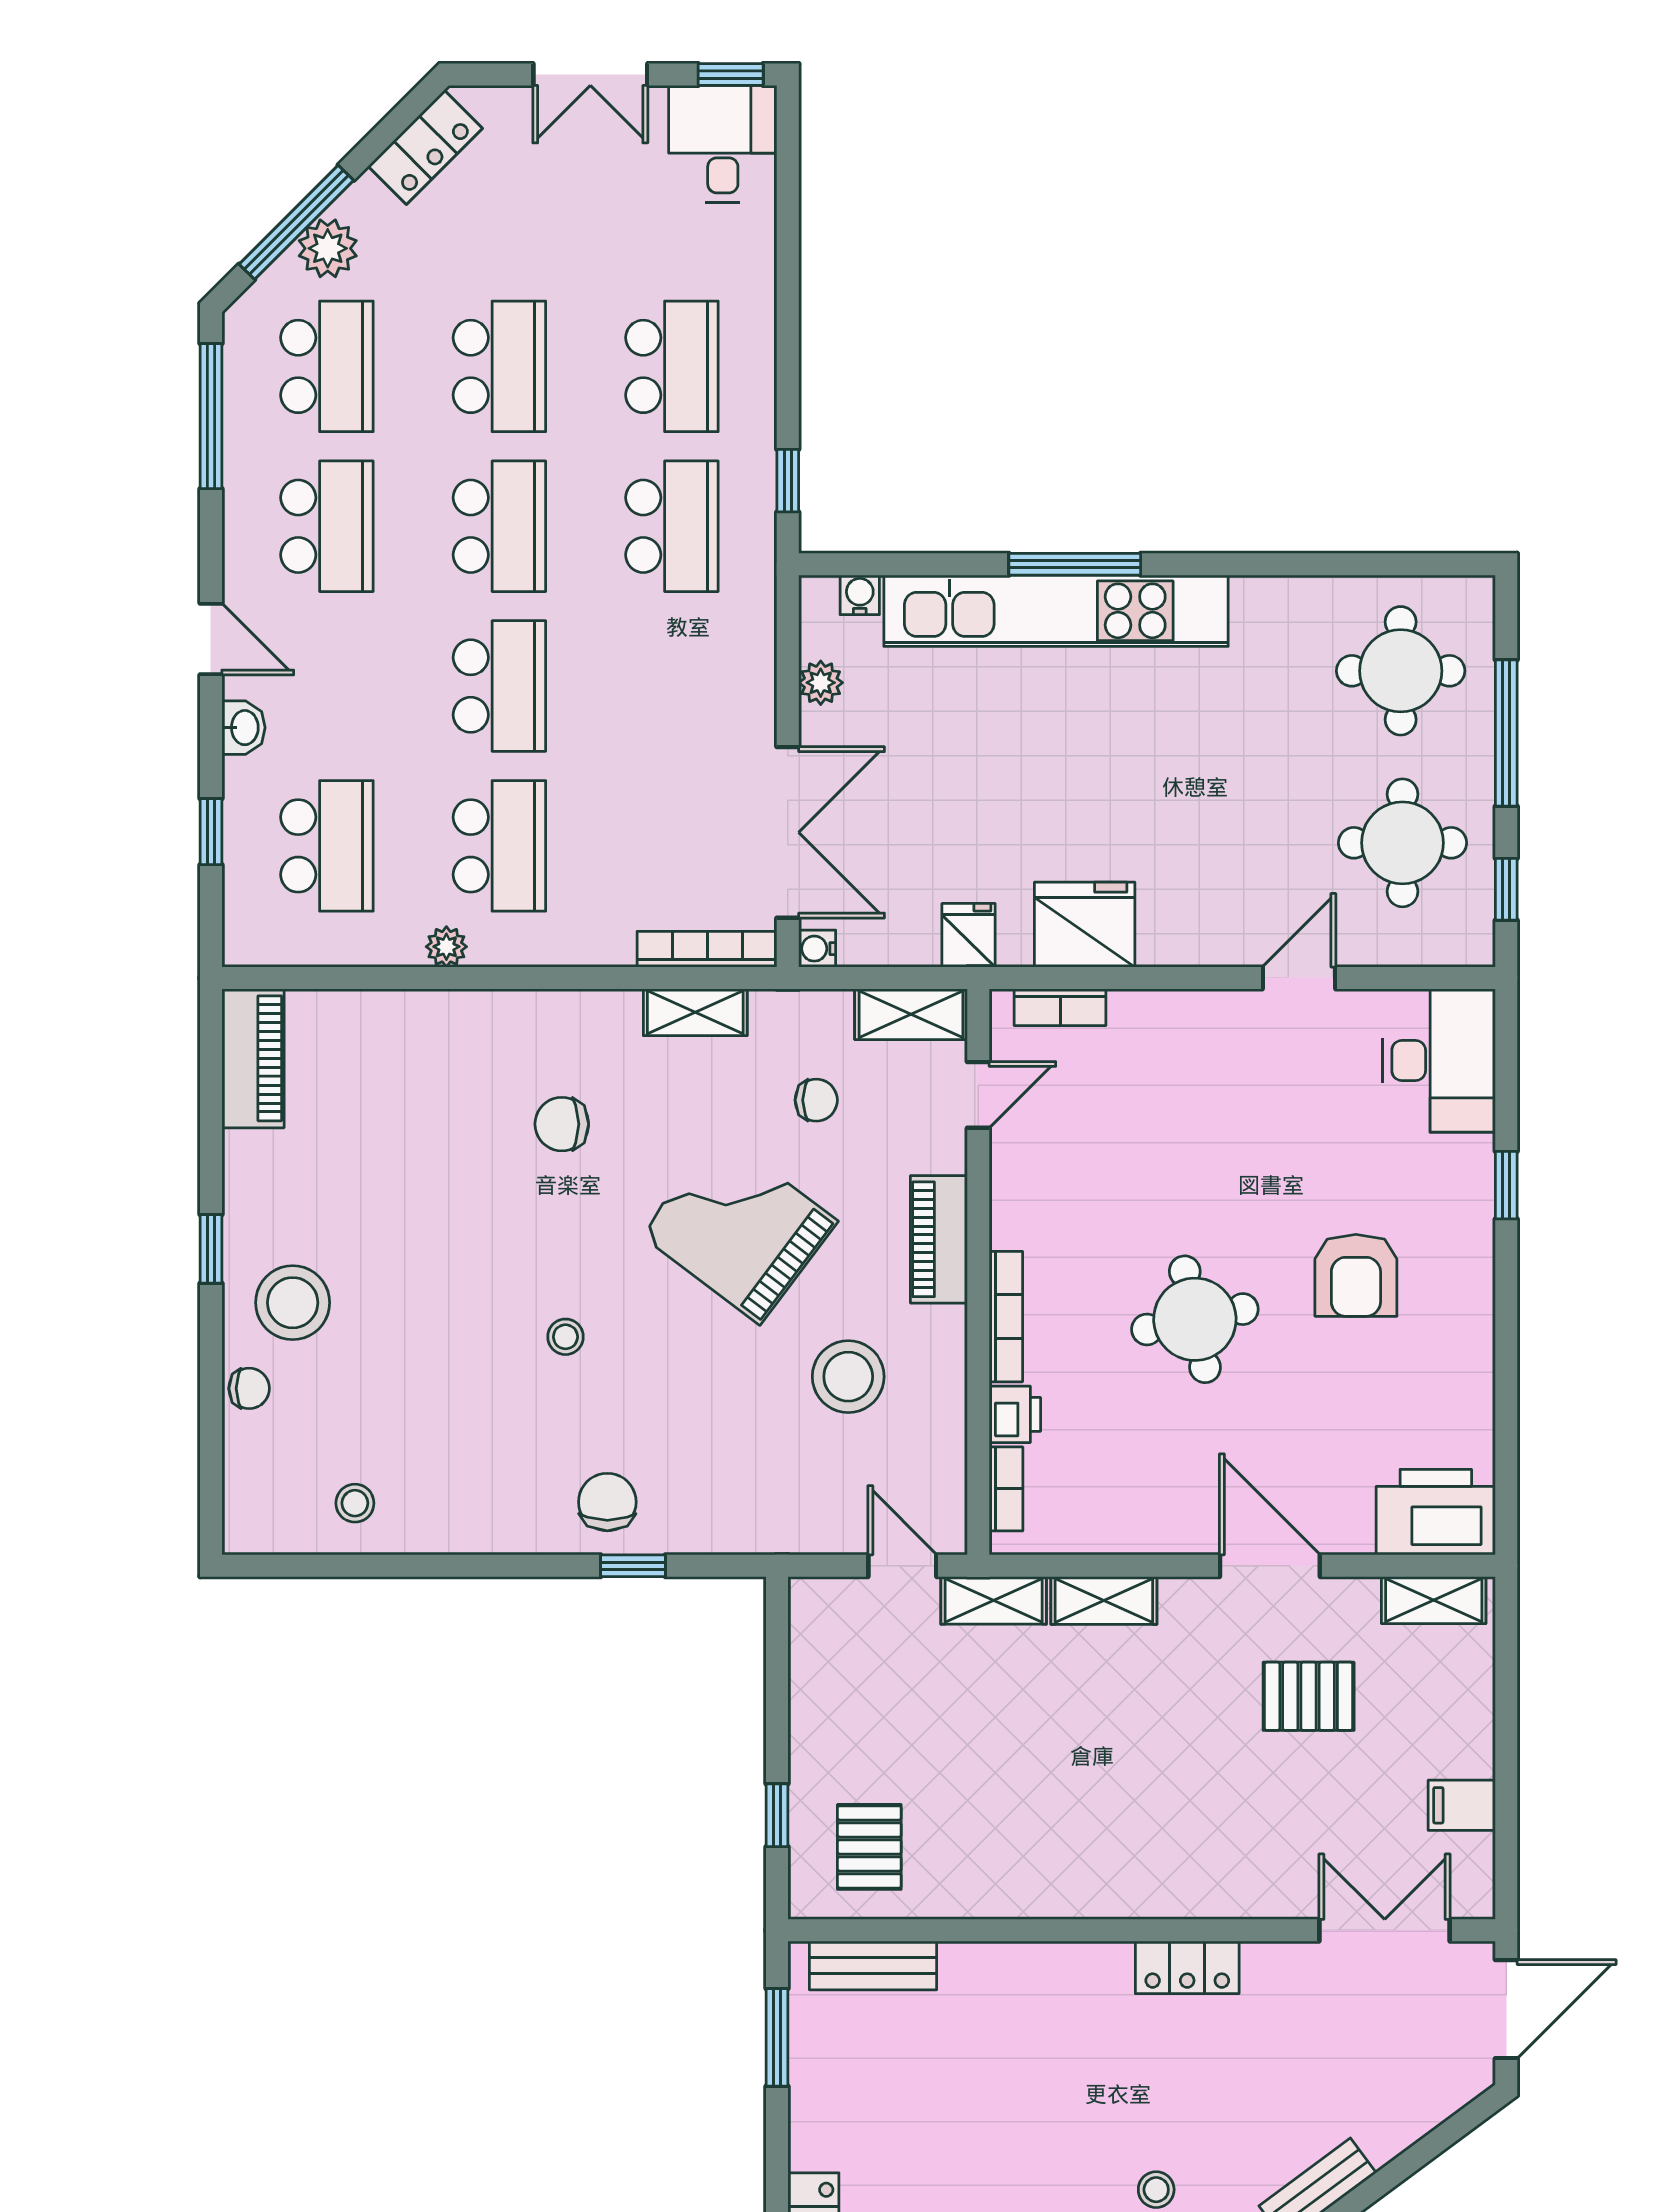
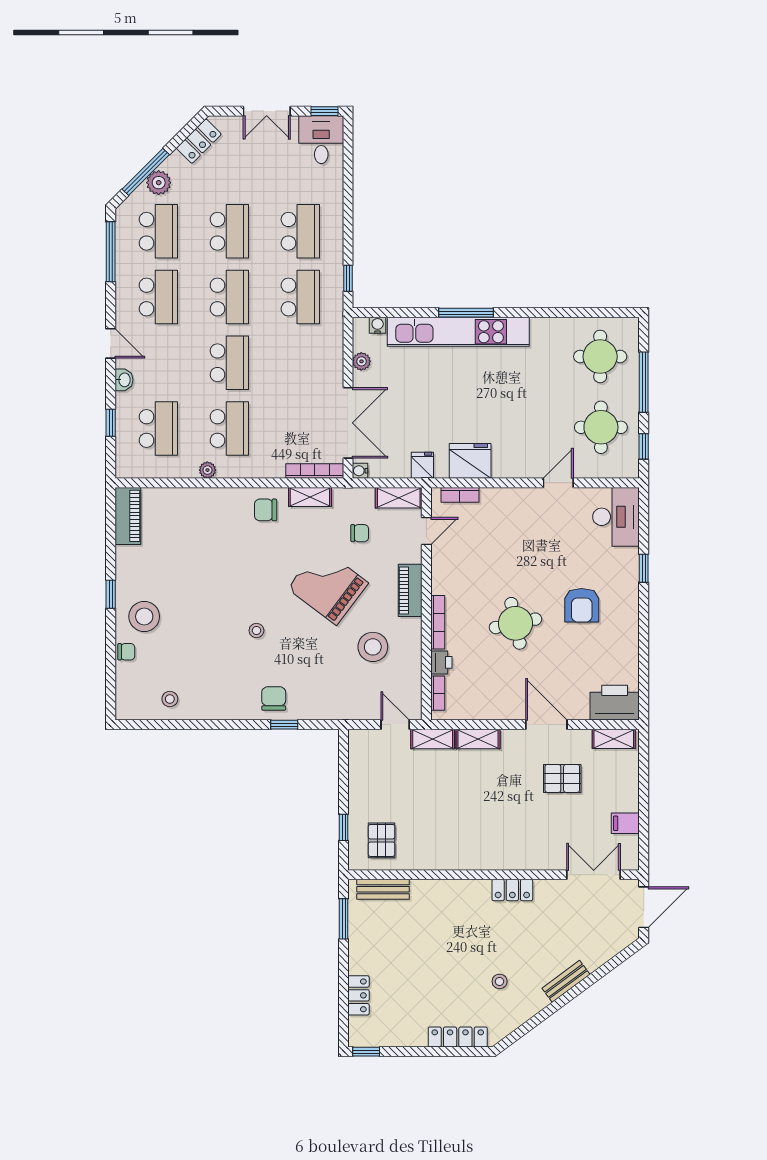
chair: (562, 1124) -> (266, 510), moved

